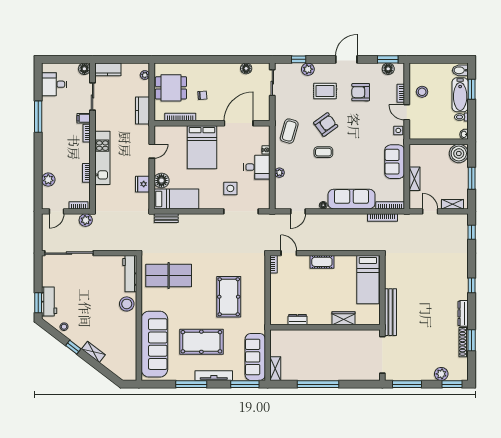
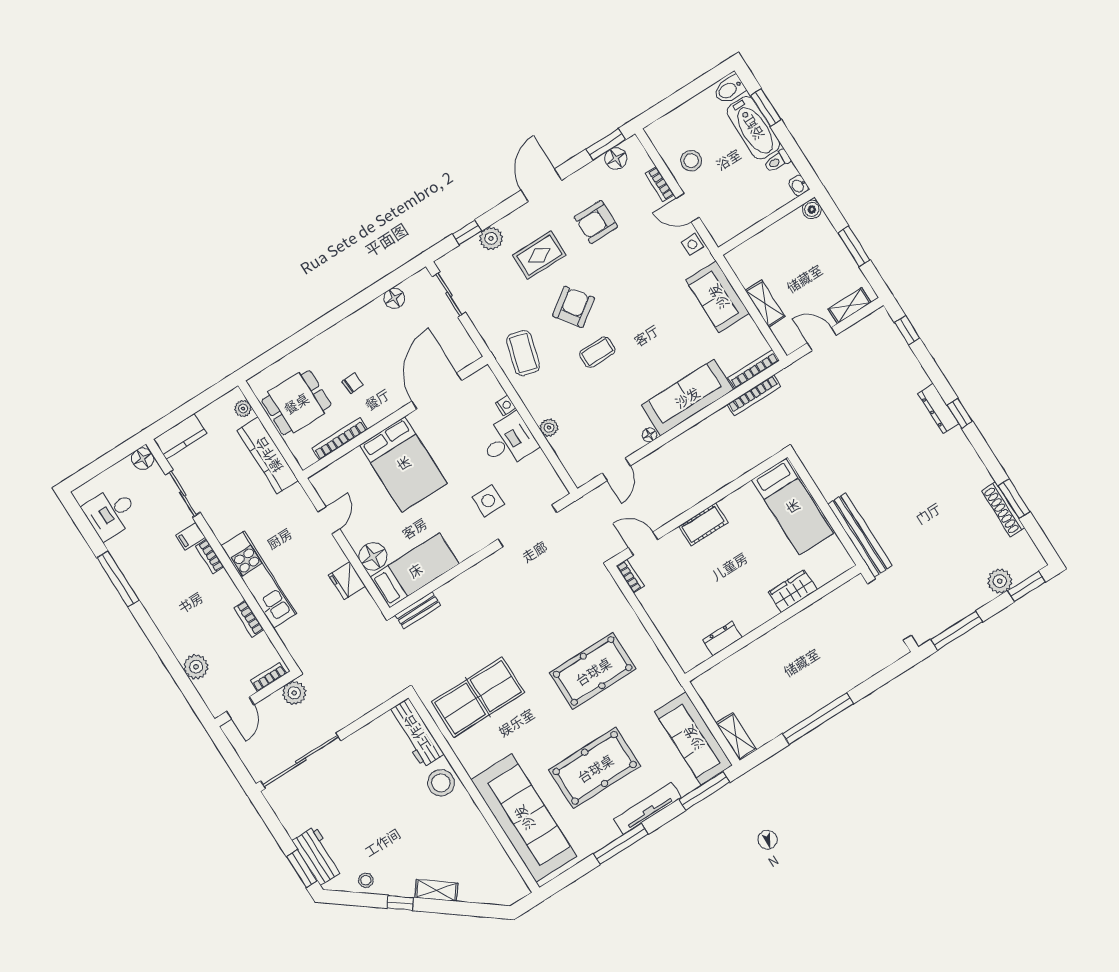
kitchen counter: (143, 110) -> (268, 455), width x1.50
boiler: (459, 153) -> (812, 209), width x0.54, depth x0.54
pool table: (229, 297) -> (593, 671), turned 90
dresser: (463, 313) -> (938, 409), moved

